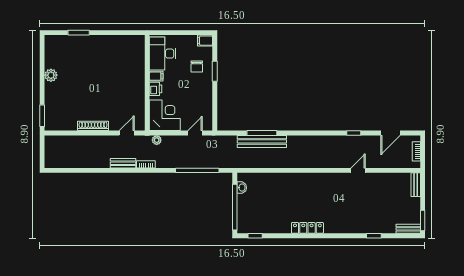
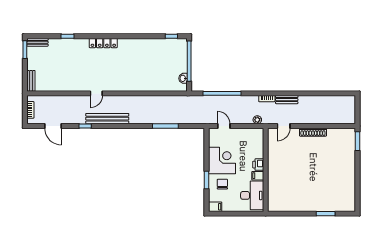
plant: (51, 75) -> (350, 176), removed
corner desk: (165, 115) -> (222, 161), moved, turned 180
door: (195, 133) -> (224, 126), swing flipped
door: (391, 133) -> (53, 126), swing flipped
bench: (262, 141) -> (107, 119), moved
door: (358, 170) -> (96, 93), moved
locker: (307, 228) -> (103, 43), moved

